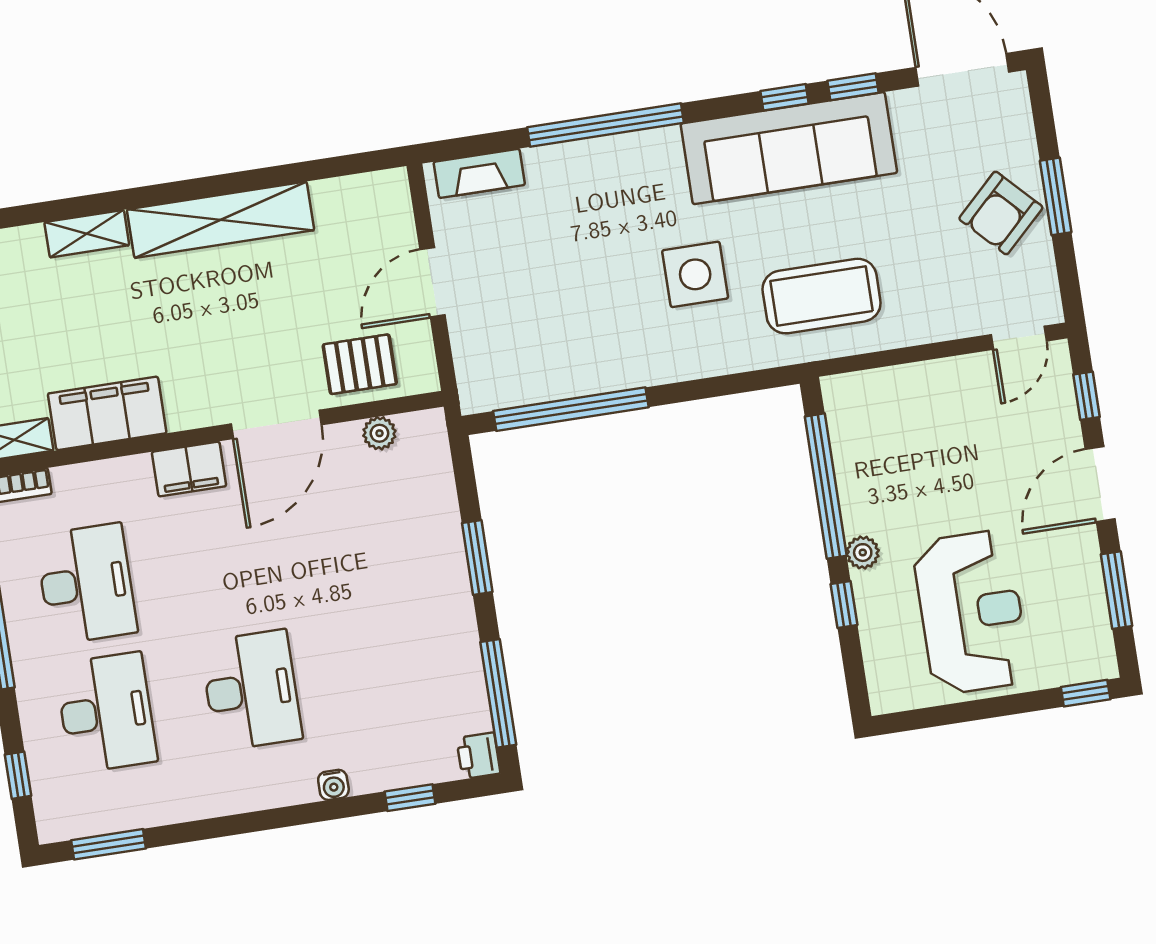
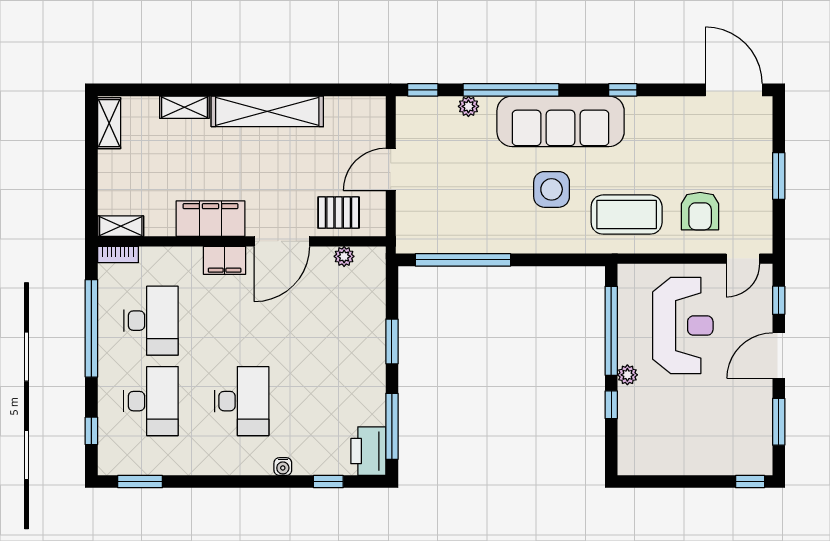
window: (853, 87) -> (423, 90), moved
sofa: (789, 148) -> (561, 121), moved
plant: (542, 162) -> (468, 106), added
fireplace: (479, 173) -> (429, 107), removed
armchair: (1001, 213) -> (700, 211), moved, turned -46
filing cabinet: (107, 413) -> (210, 219), moved
reception desk: (971, 612) -> (683, 326), moved
printer: (478, 756) -> (368, 451), width x1.87, depth x1.48

